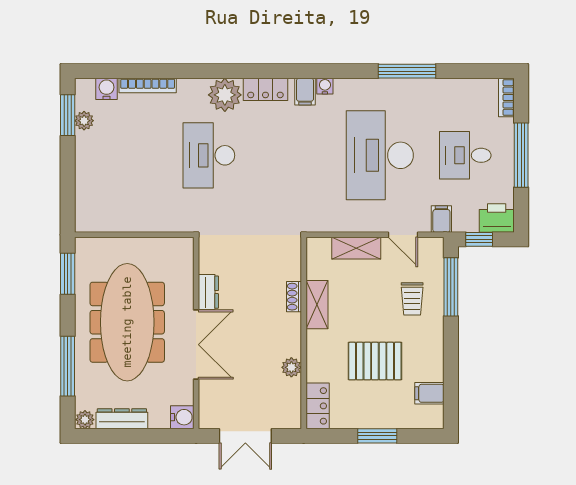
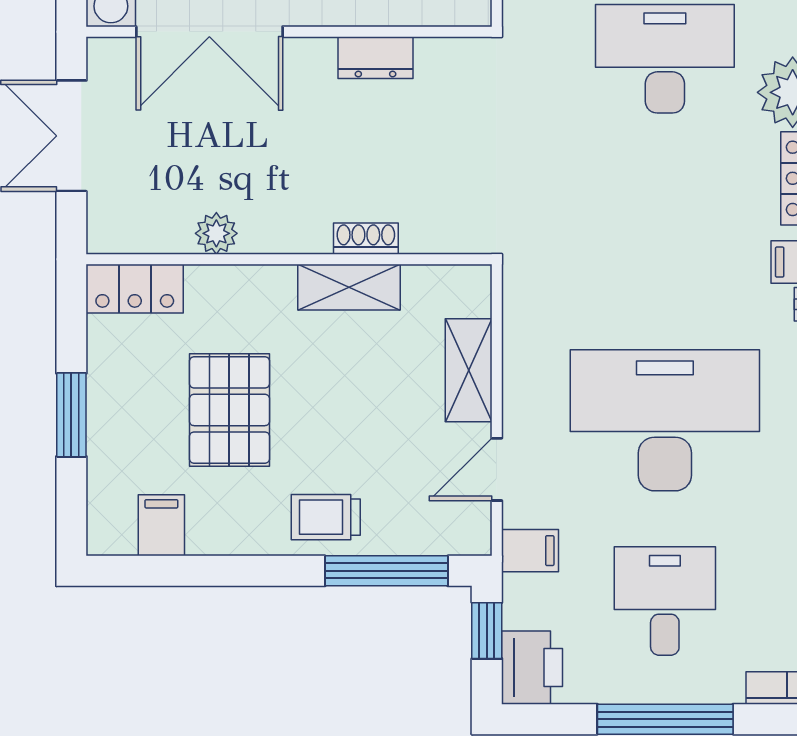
trolley: (412, 299) -> (326, 517), moved
double door: (196, 345) -> (209, 32), moved

